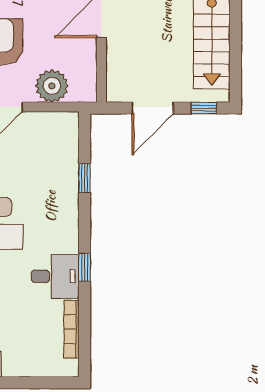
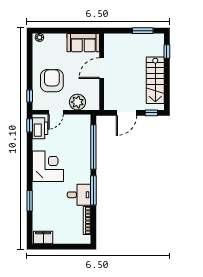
window: (85, 178) -> (93, 147), width x3.17
window: (85, 267) -> (93, 190), width x2.17

